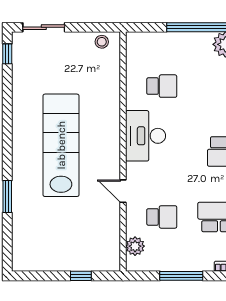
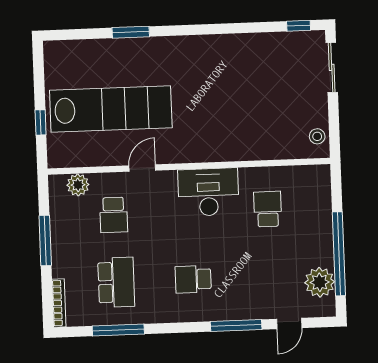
school desk: (162, 86) -> (268, 209), turned 180
lab bench: (61, 145) -> (111, 109), moved

